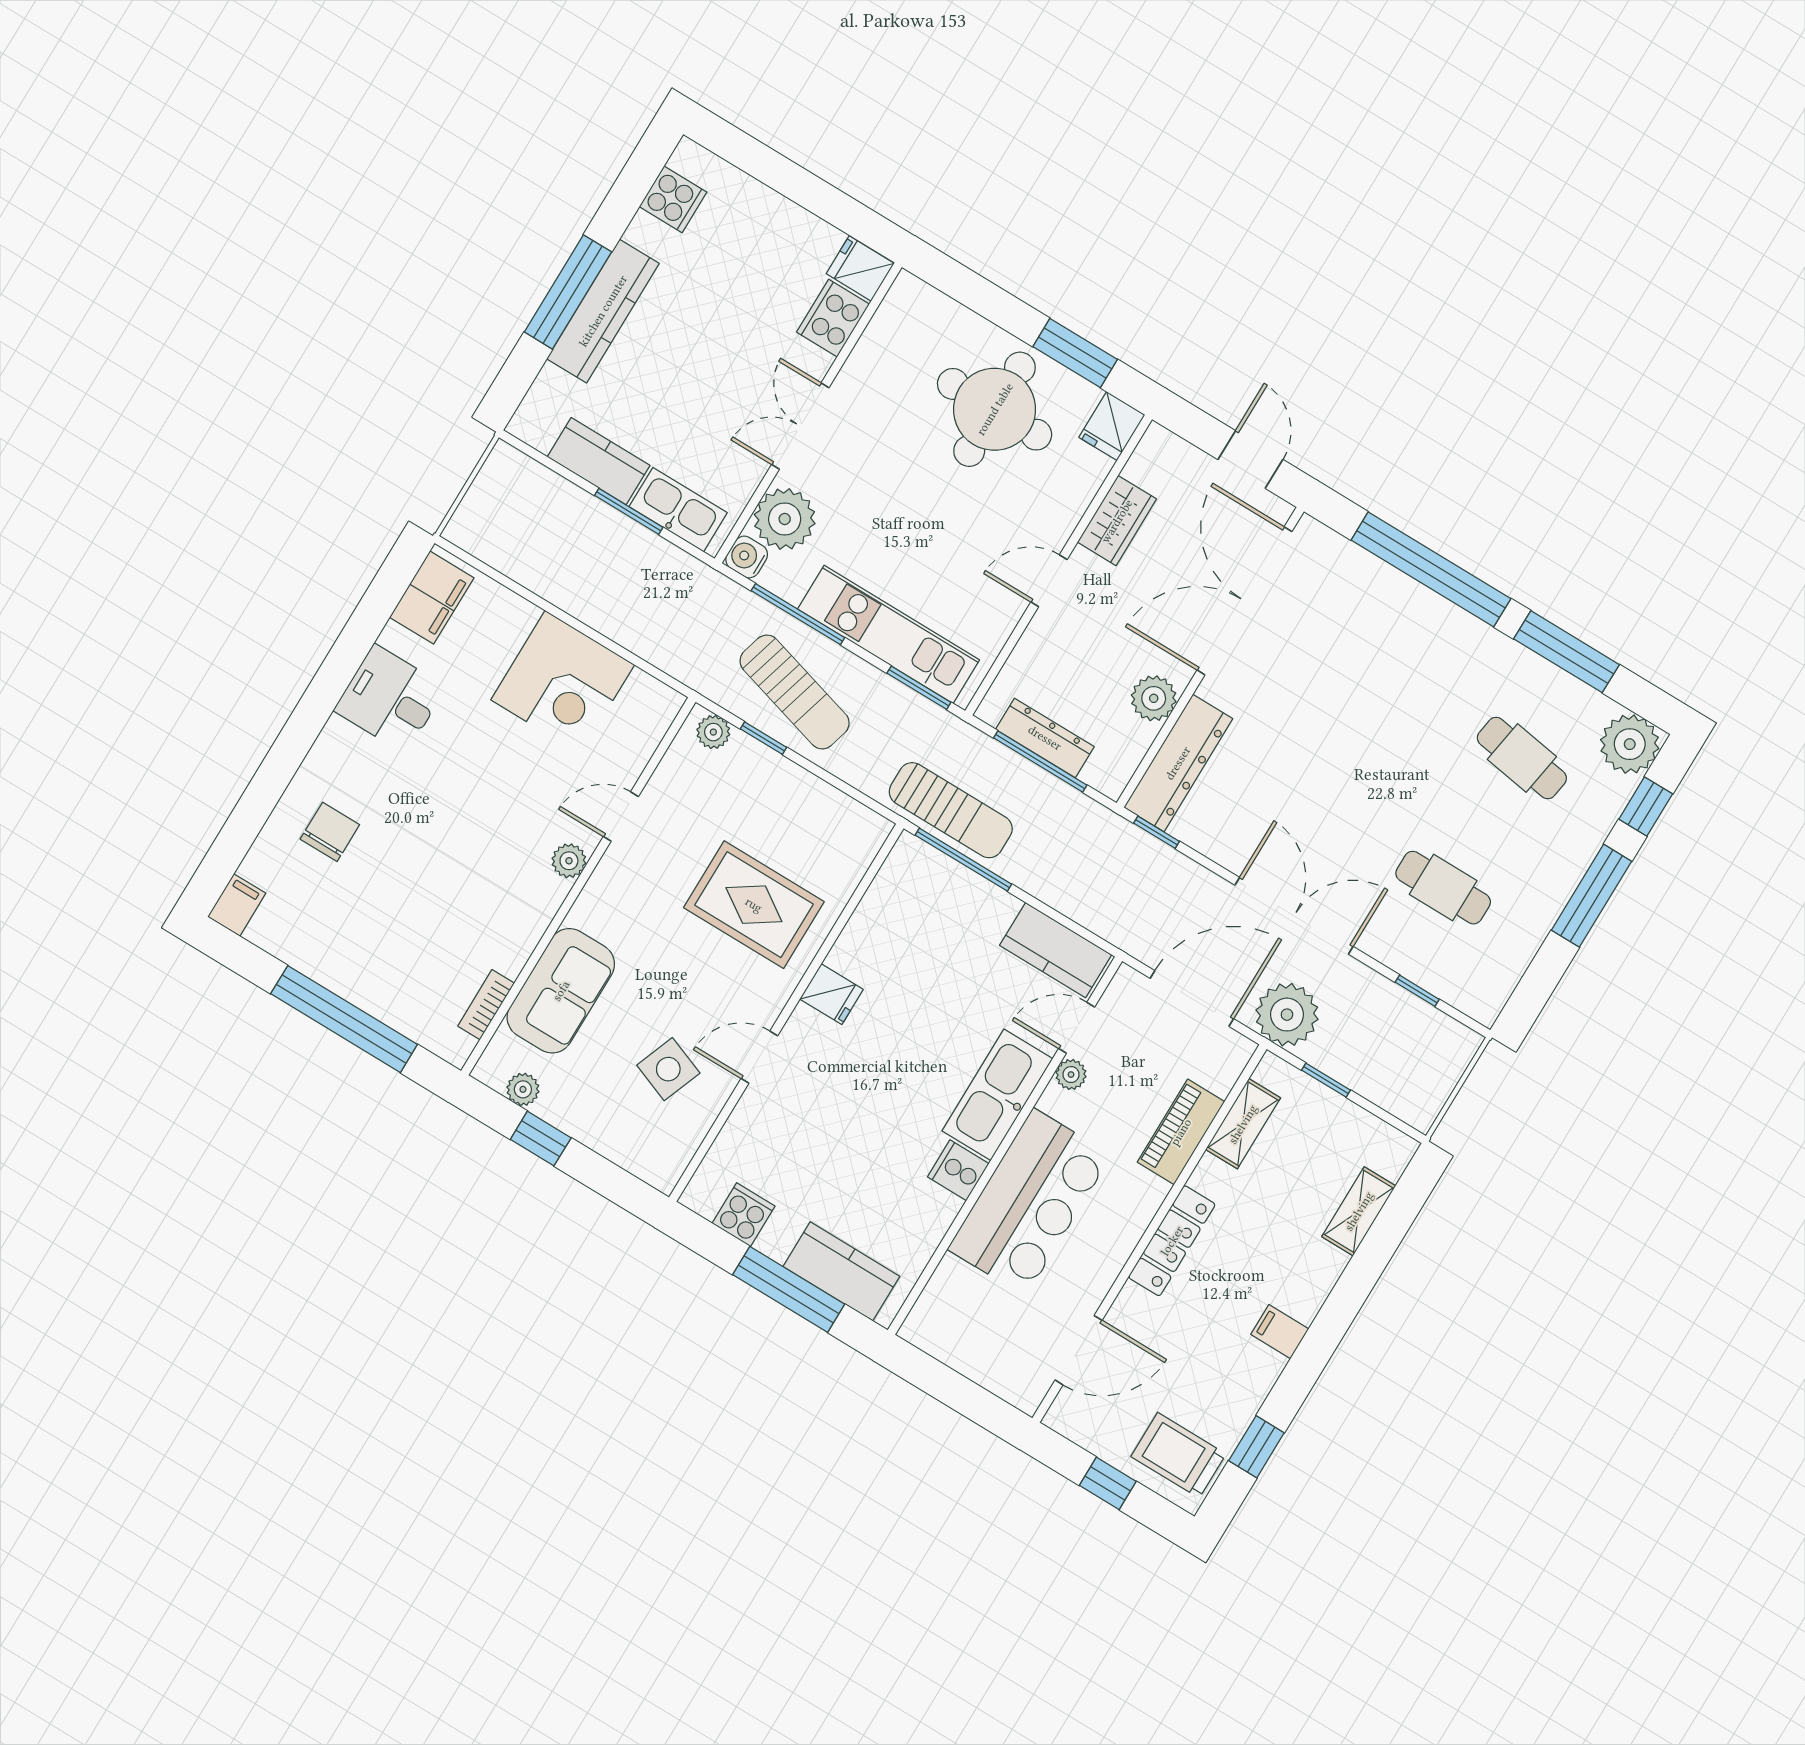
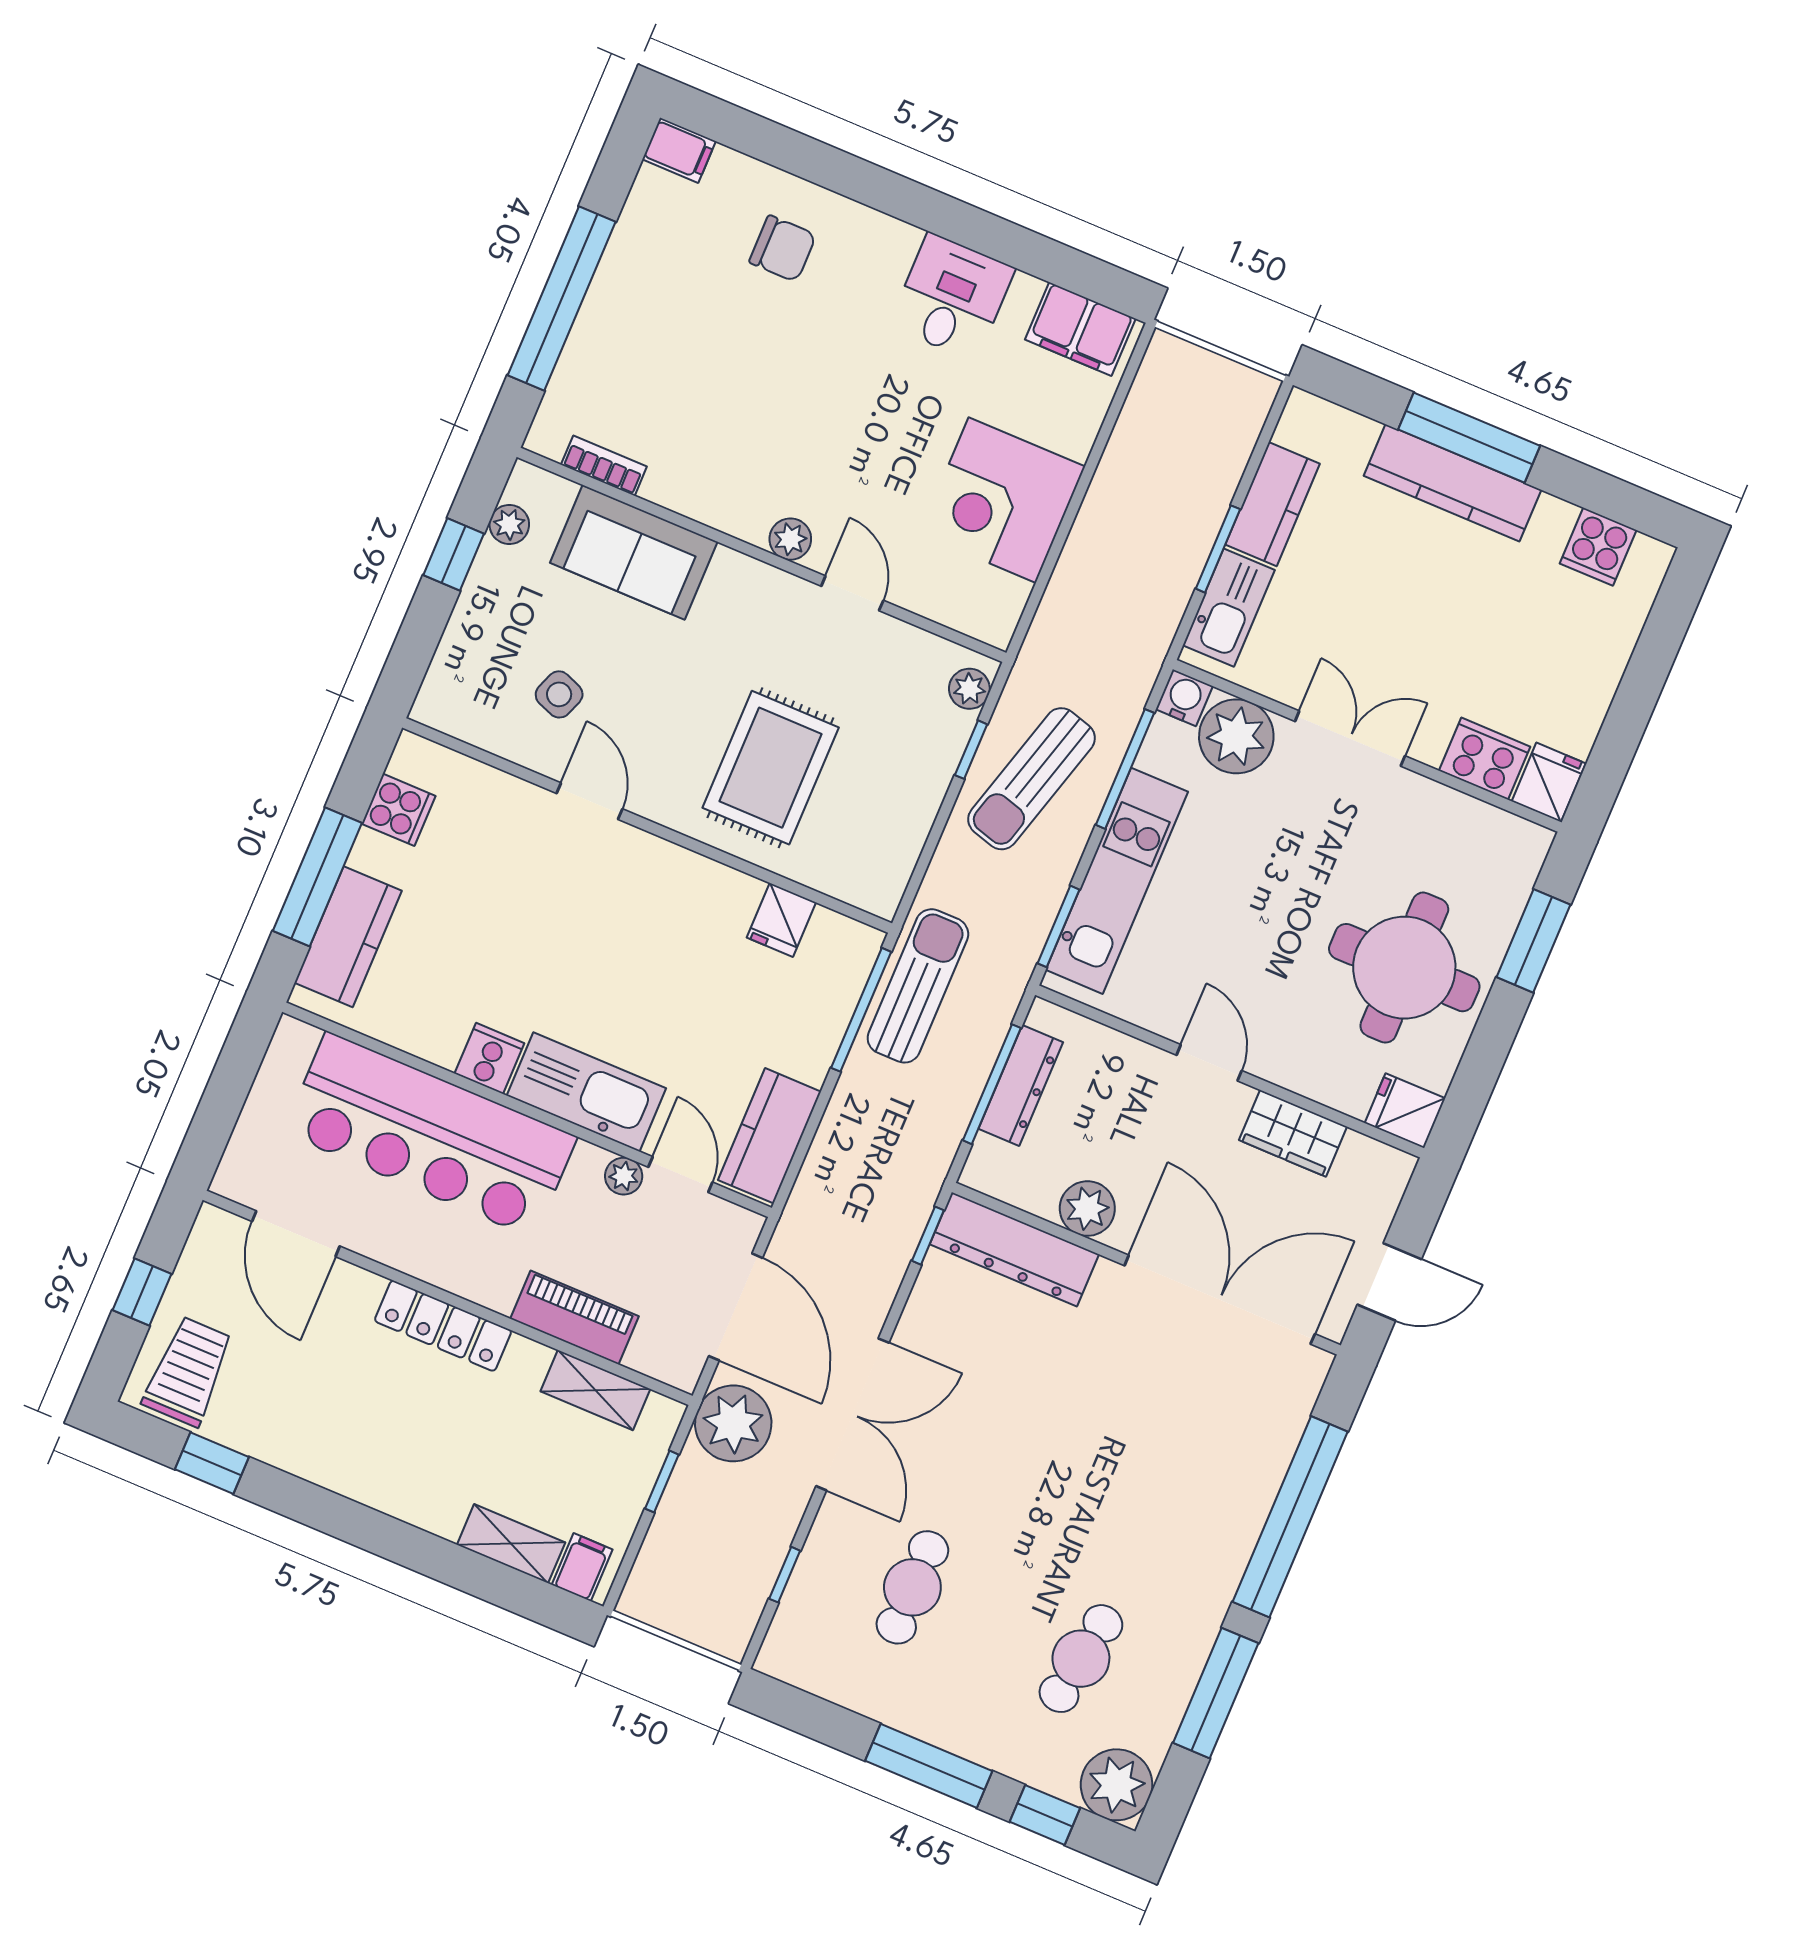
window: (1075, 353) -> (1533, 941), moved
sun lounger: (951, 810) -> (918, 986), turned 180
fridge: (831, 994) -> (781, 920), moved
side table: (668, 1069) -> (559, 694), width x0.73, depth x0.73
bar counter: (1029, 1202) -> (430, 1135), width x1.36
filing cabinet: (1280, 1332) -> (582, 1567), moved

